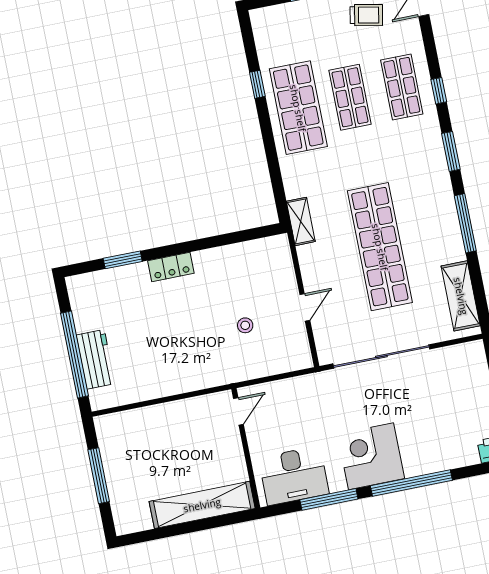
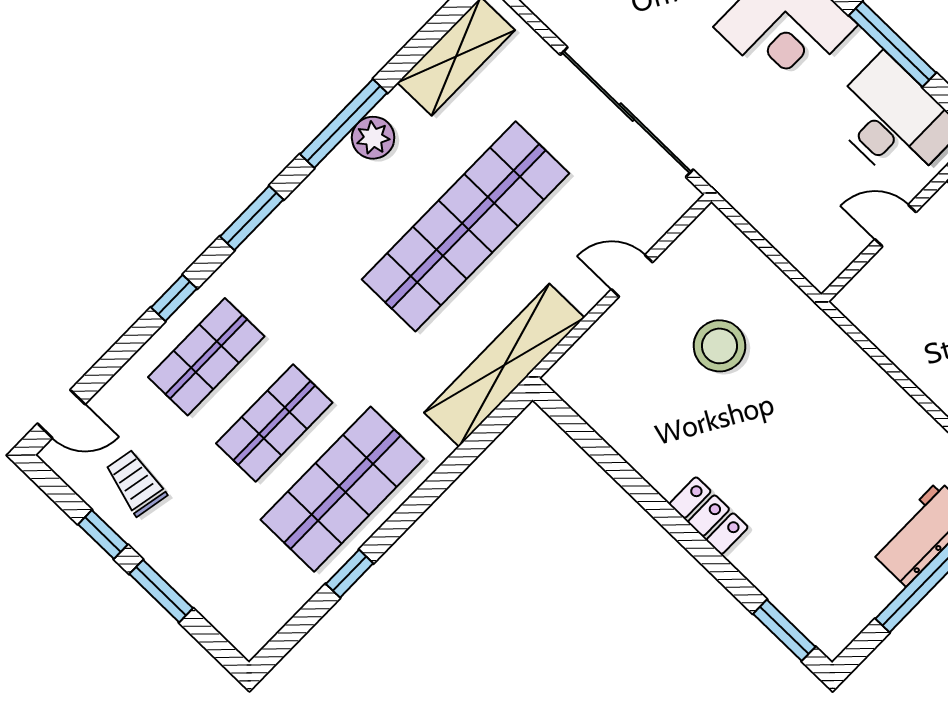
shelving: (301, 221) -> (504, 365), width x2.20, depth x1.33
plant: (450, 232) -> (373, 138), added
window: (123, 260) -> (784, 630), moved
stool: (245, 325) -> (720, 346), width x1.89, depth x1.89
door: (238, 411) -> (895, 226), moved

